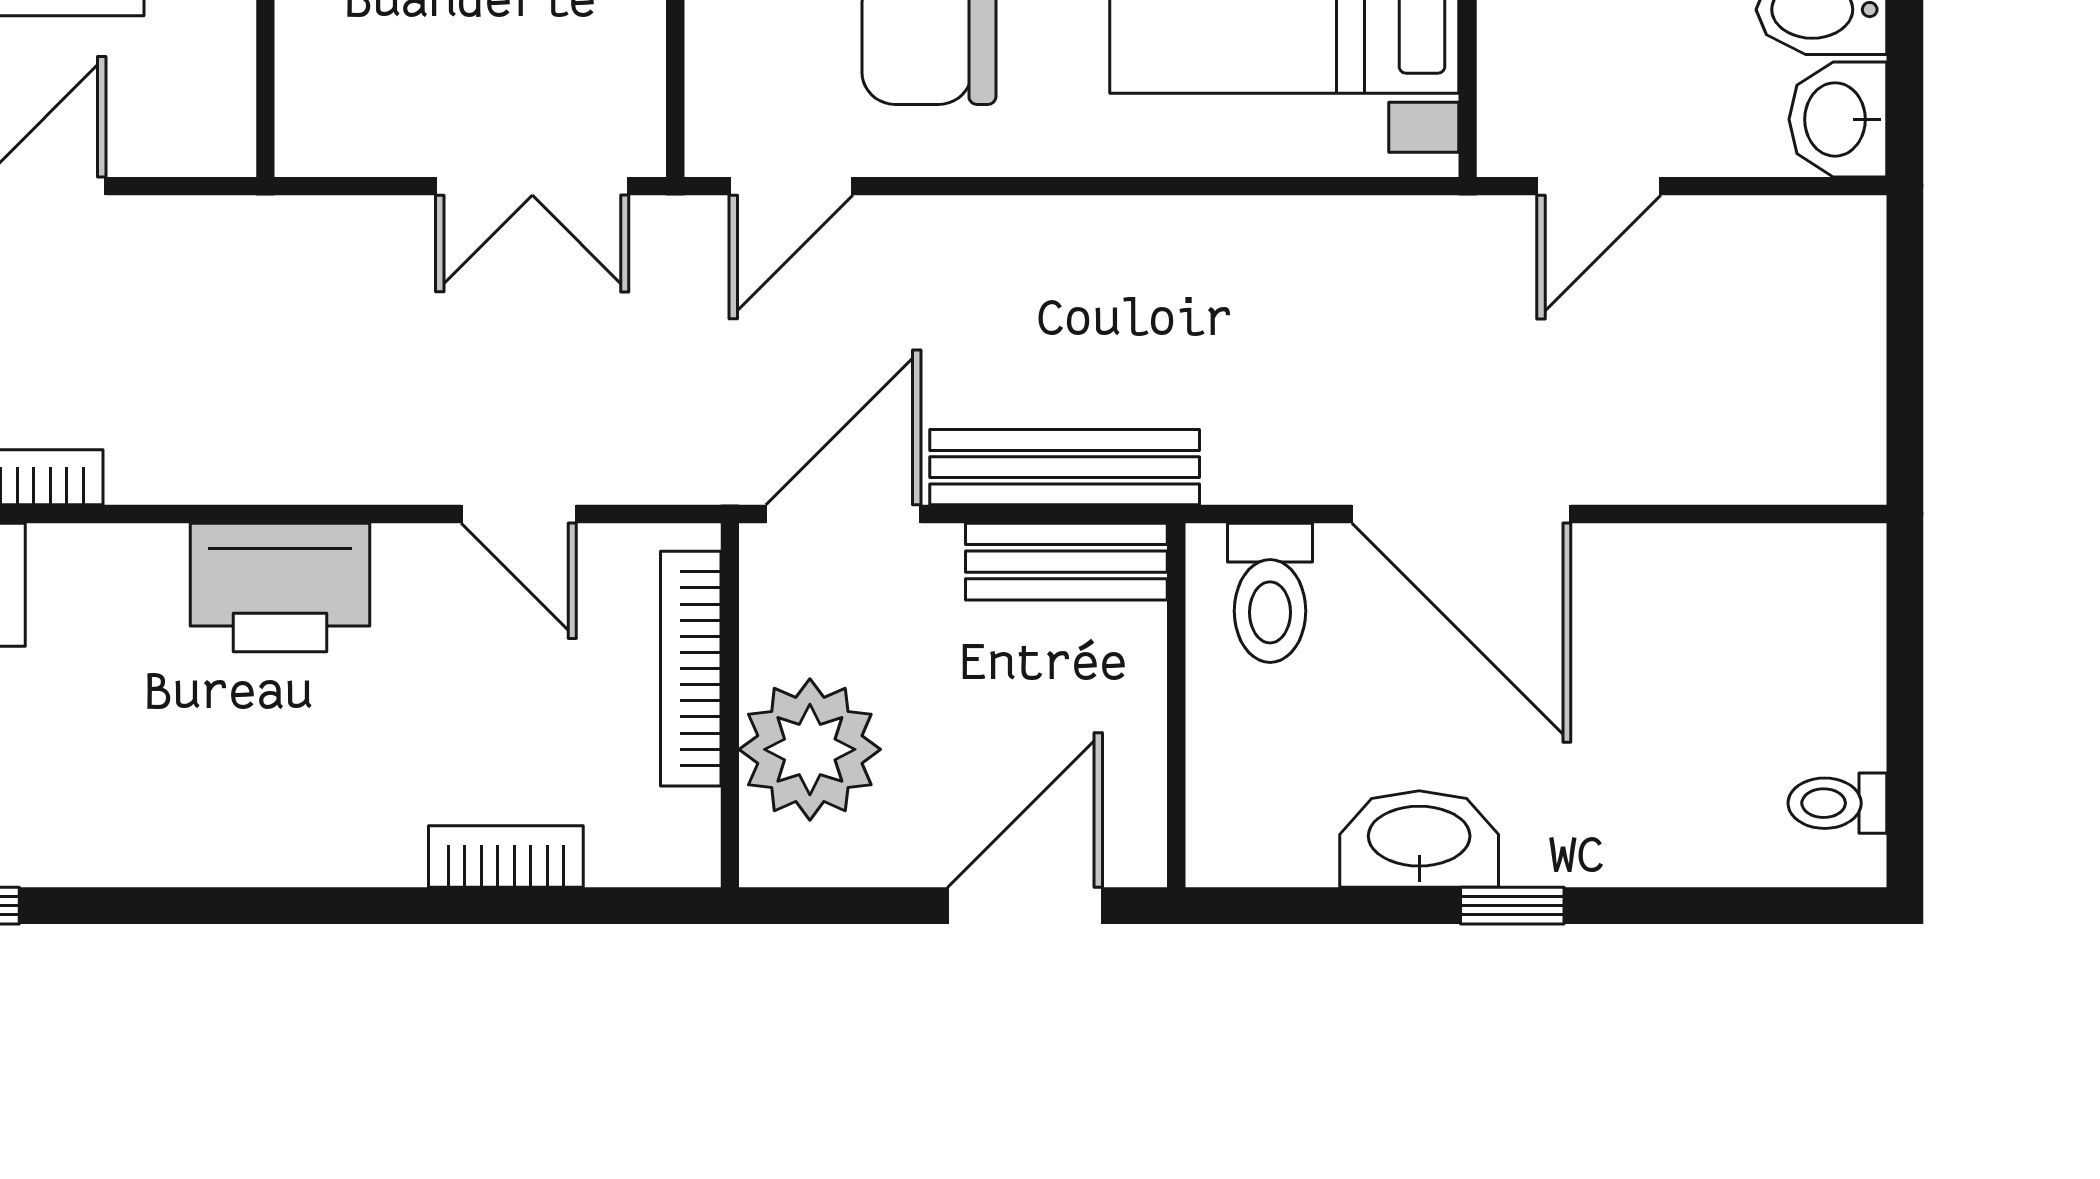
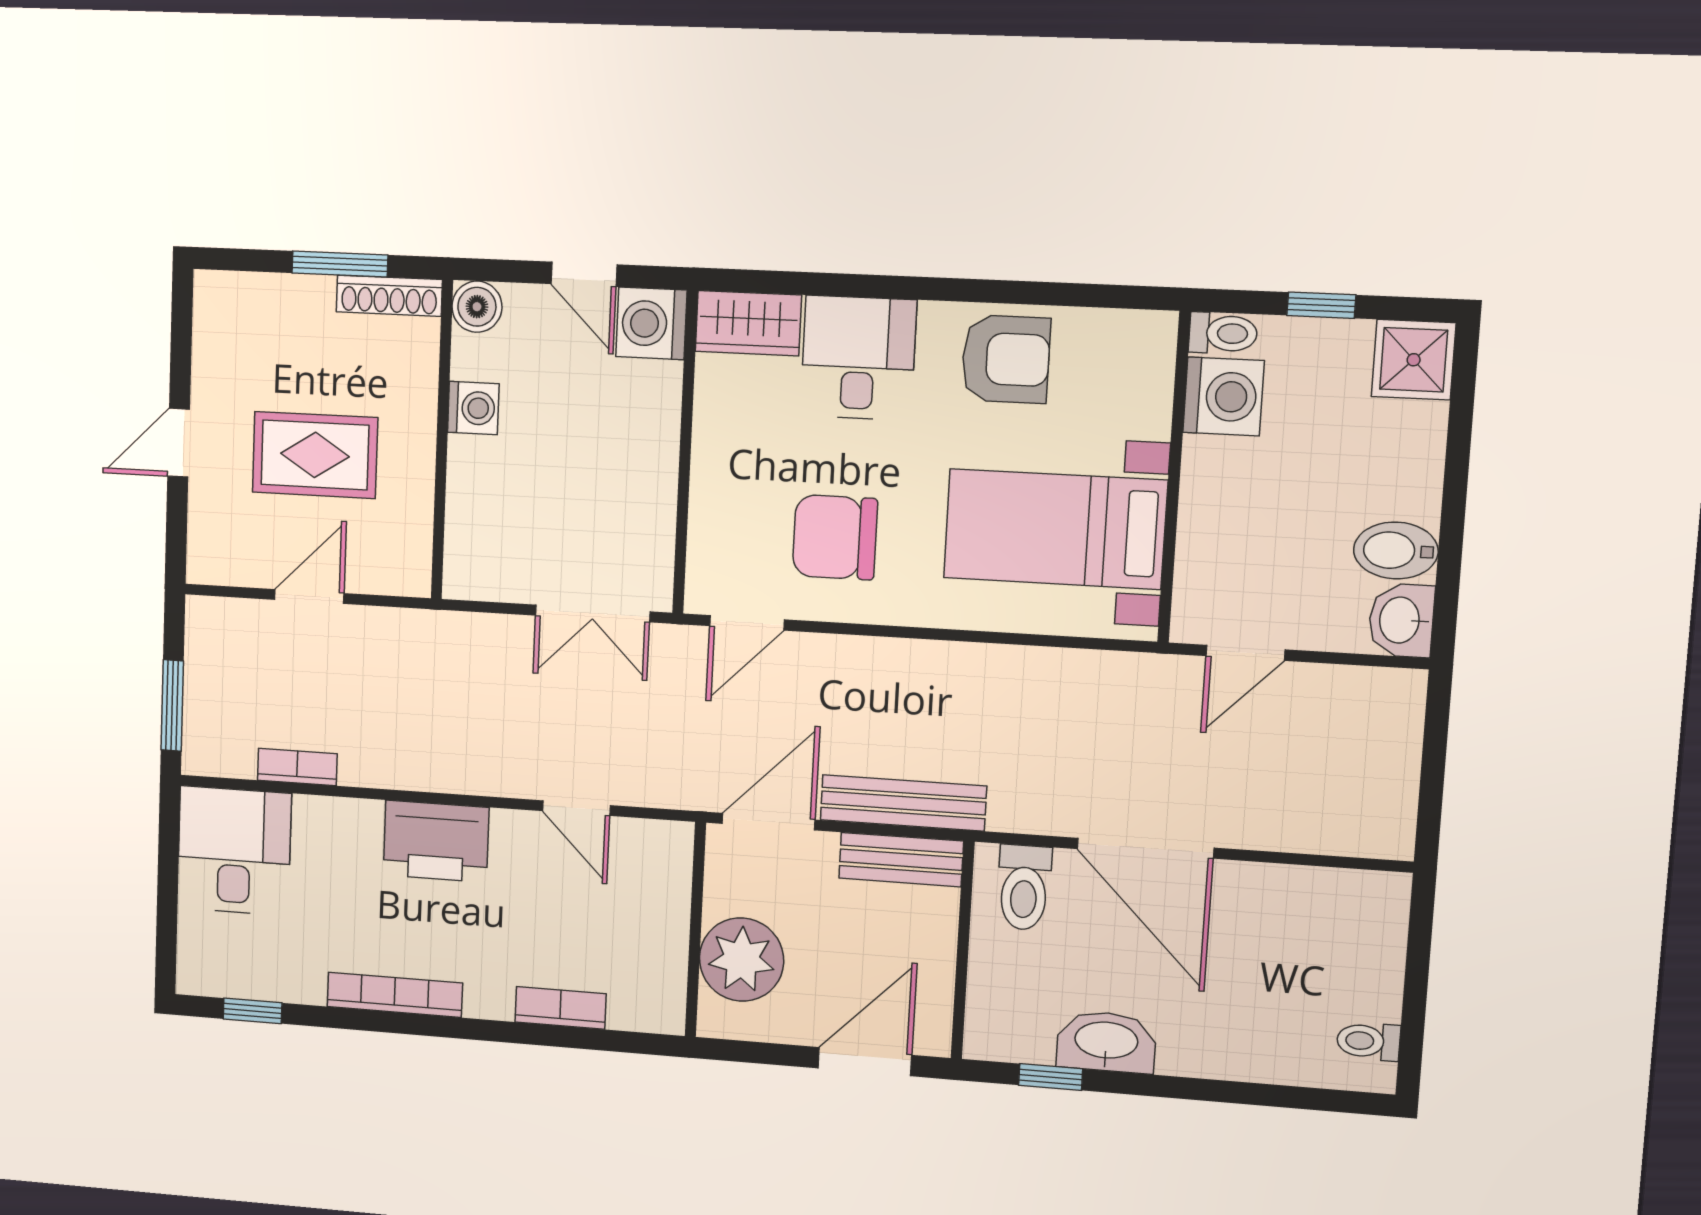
bookcase: (691, 669) -> (395, 995), moved, turned 90
window: (1512, 906) -> (1051, 1077), moved

